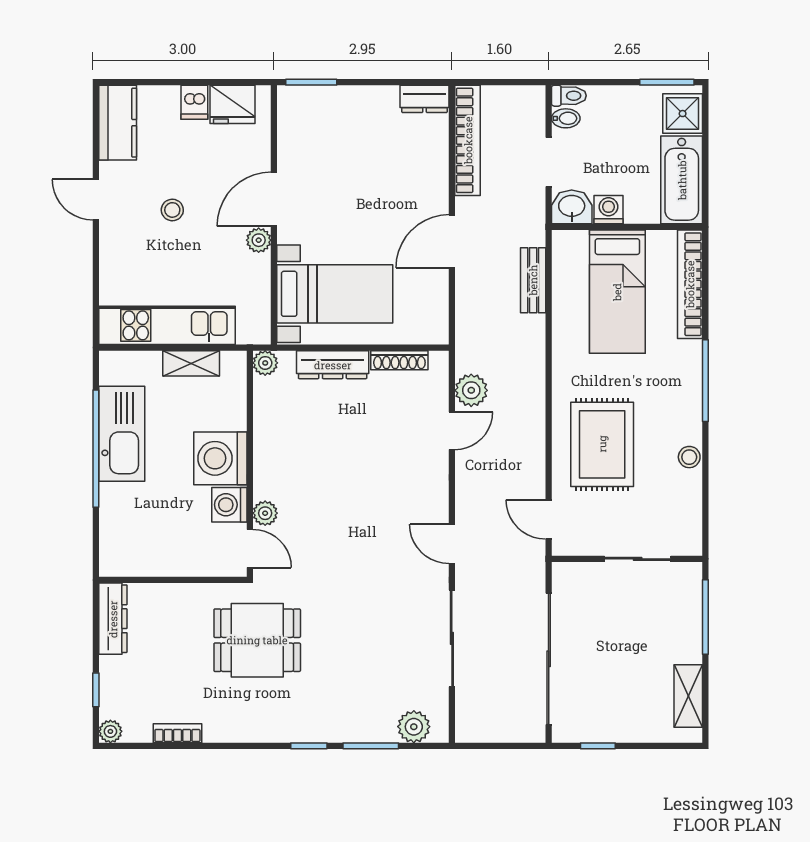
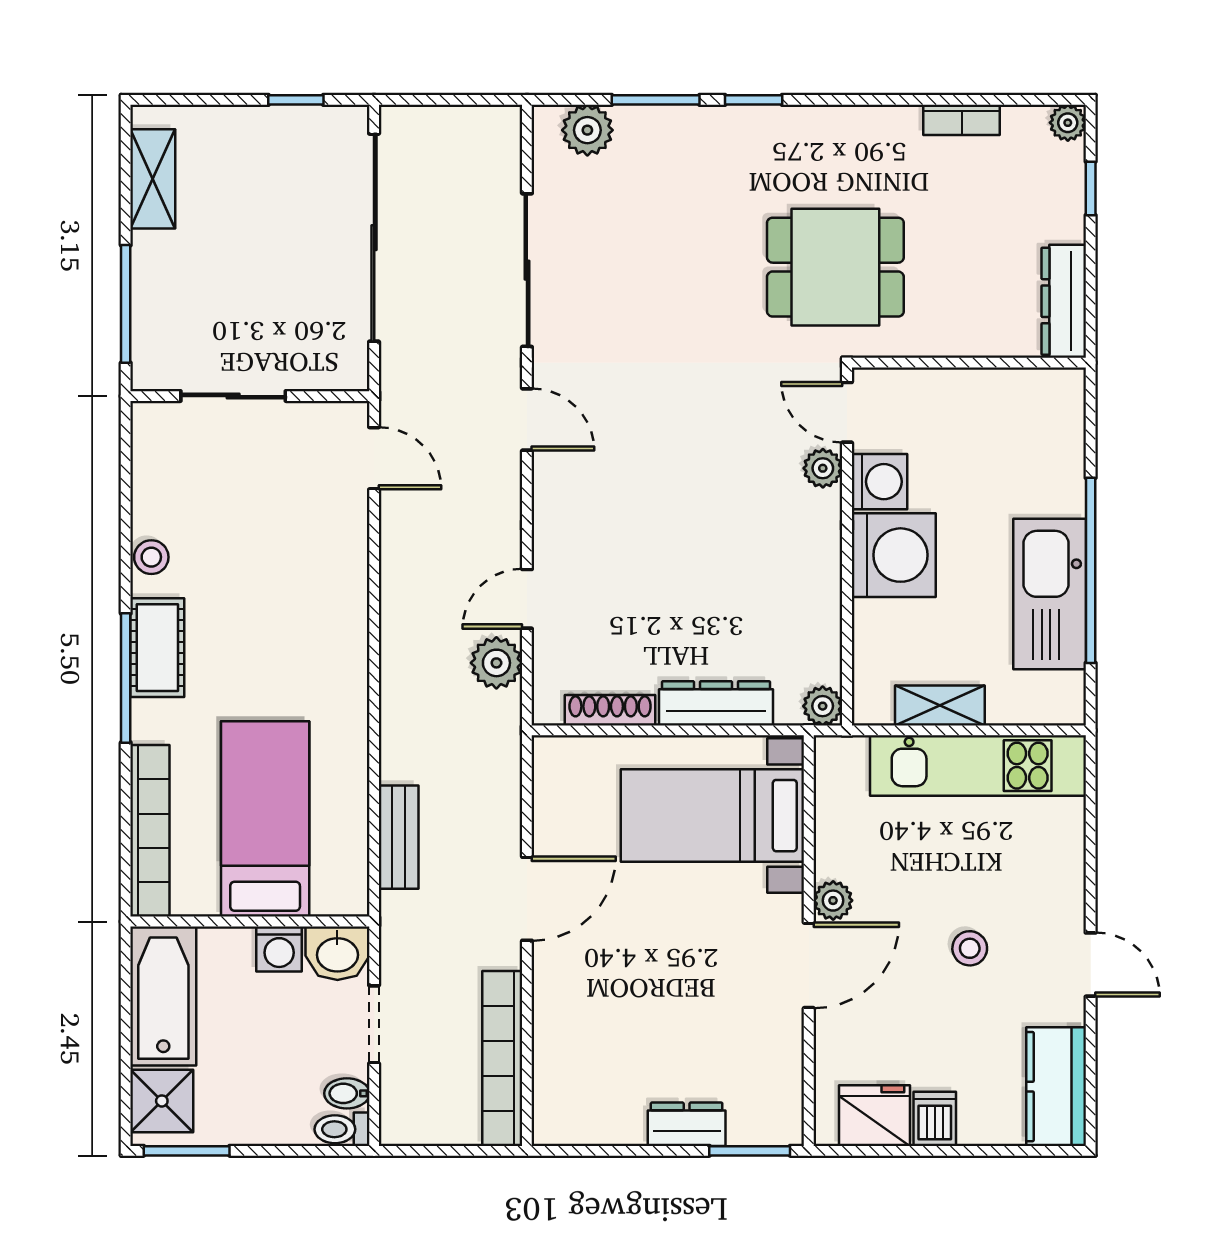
dresser: (424, 99) -> (687, 1124), moved
cot: (685, 400) -> (157, 648), added
rug: (602, 444) -> (289, 577), removed

